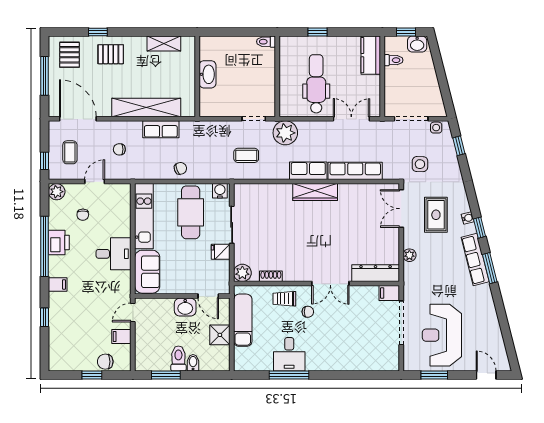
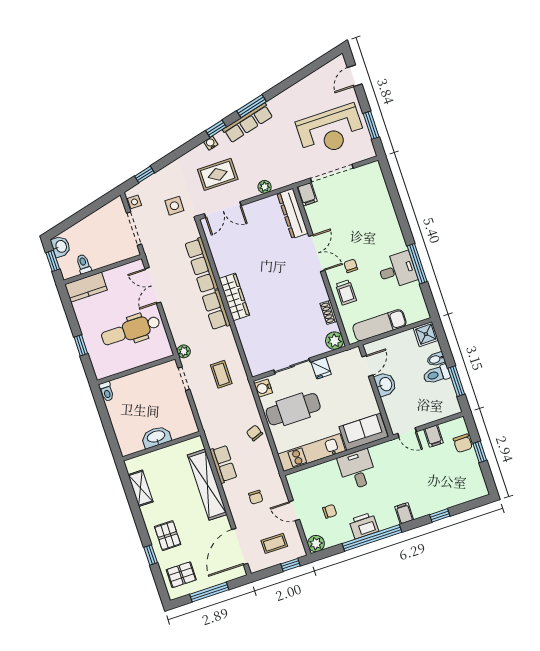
plant: (285, 133) -> (184, 351), width x0.53, depth x0.53
shower: (220, 335) -> (426, 334), moved

